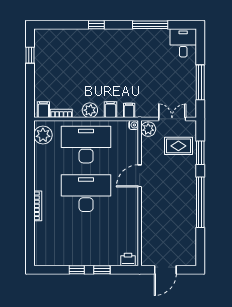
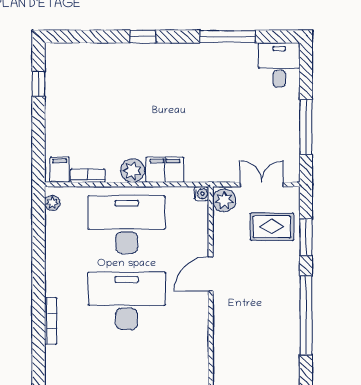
filing cabinet: (110, 110) -> (165, 170), width x2.00
filing cabinet: (129, 110) -> (194, 171), removed
plant: (43, 135) -> (52, 203), width x0.53, depth x0.53

